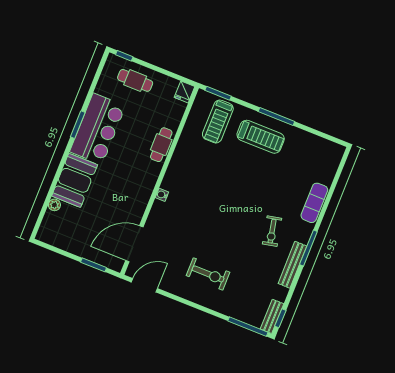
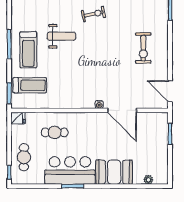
treadmill: (261, 137) -> (28, 50), turned 180
cafe table: (161, 145) -> (55, 132), moved
weight bench: (261, 182) -> (61, 36), added
plant: (54, 205) -> (148, 180), moved
door: (134, 244) -> (122, 110), moved
exercise bike: (208, 274) -> (143, 48), turned 180

